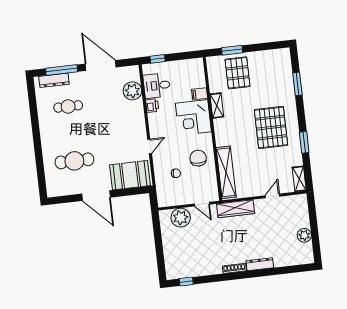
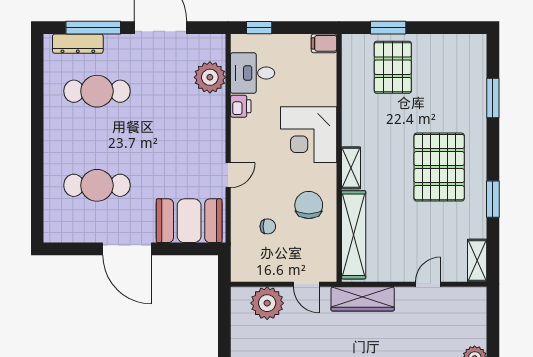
filing cabinet: (200, 94) -> (324, 43), moved
shelving: (217, 105) -> (351, 168), moved
cafe table: (68, 106) -> (97, 91), width x1.37, depth x1.35

